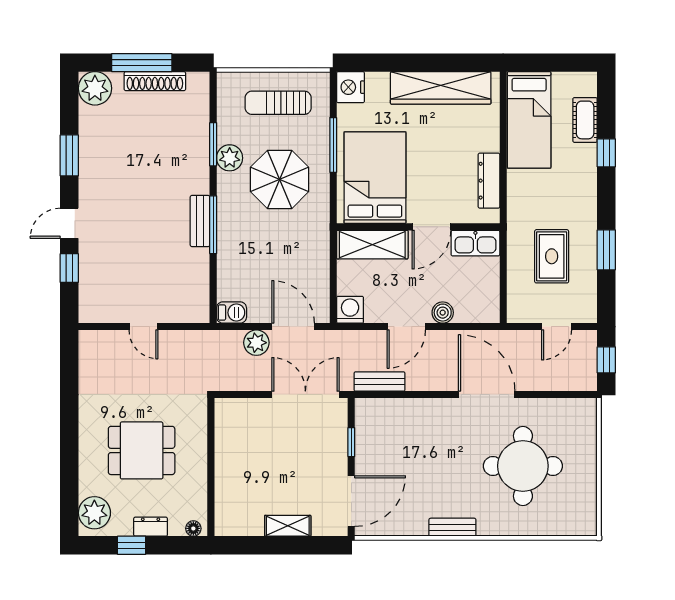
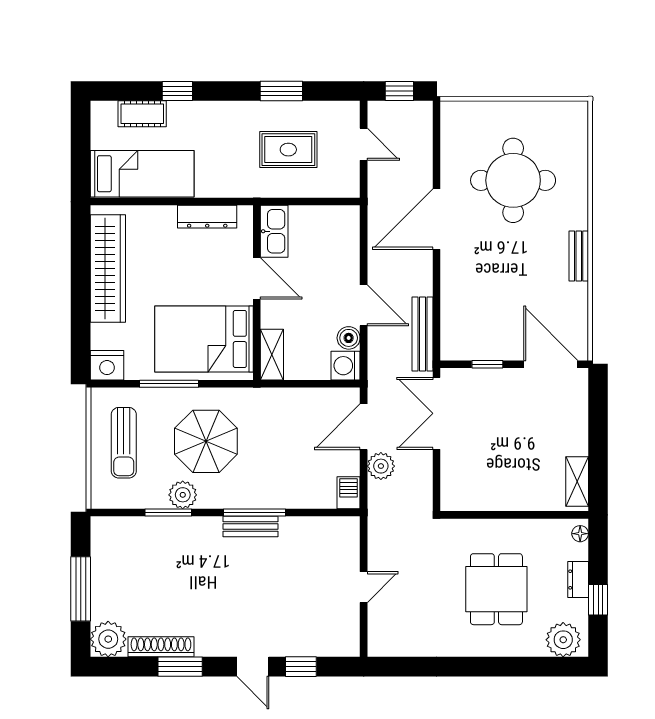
shoe rack: (155, 81) -> (161, 647), moved, turned -90
shelving: (372, 245) -> (272, 355), width x0.67, depth x0.75
boiler: (443, 313) -> (349, 338), moved
bench: (380, 381) -> (422, 334), width x1.36
shelving: (288, 526) -> (577, 481), moved

